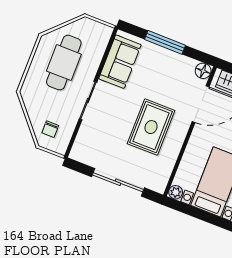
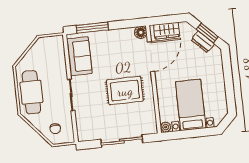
window: (165, 42) -> (92, 28), moved
cafe table: (64, 63) -> (31, 92), moved
rug: (151, 127) -> (125, 91), turned 90

